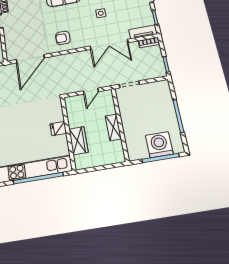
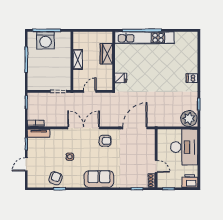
double door: (109, 44) -> (84, 128), moved
fridge: (58, 129) -> (121, 78), moved

